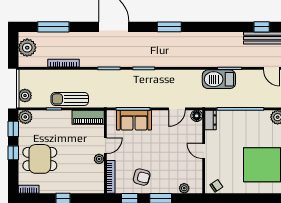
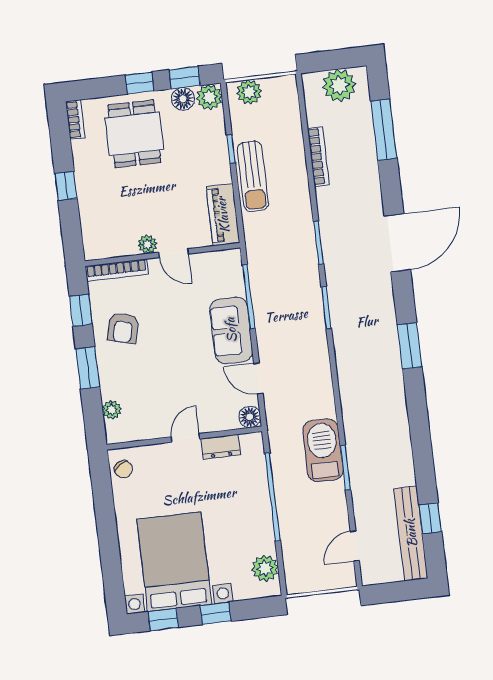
sun lounger: (70, 99) -> (253, 176), turned 180
sofa: (134, 120) -> (231, 330), moved
dresser: (211, 120) -> (221, 447), moved
floor lamp: (24, 131) -> (183, 99), added

